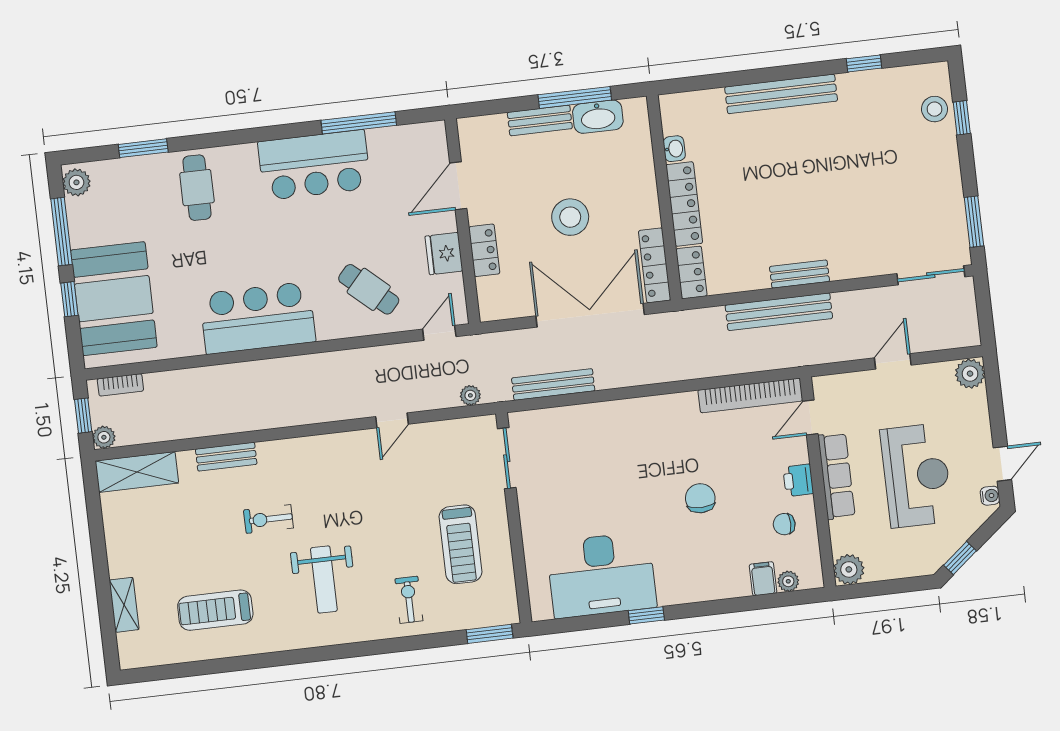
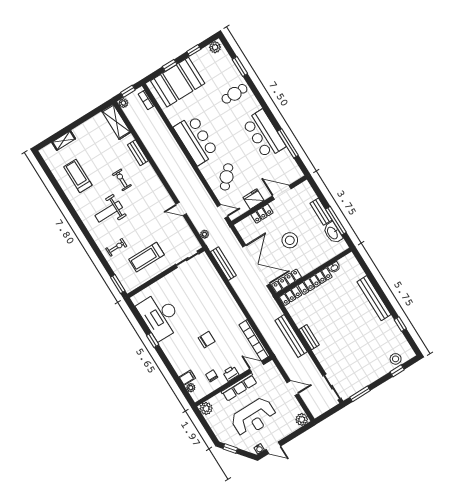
window: (61, 232) -> (194, 50), width x0.46

